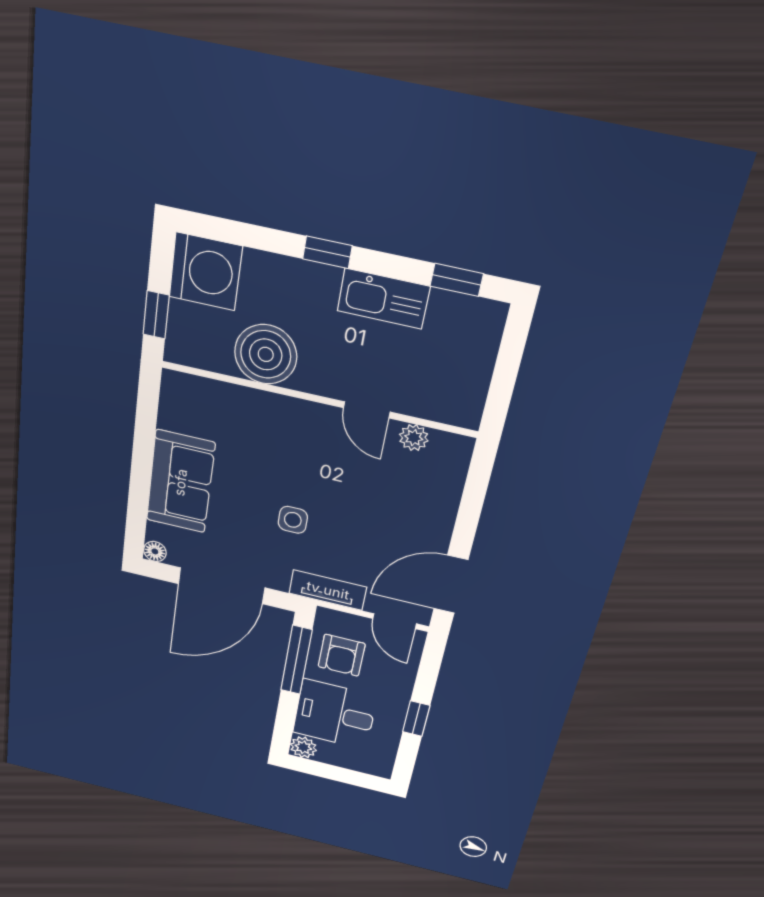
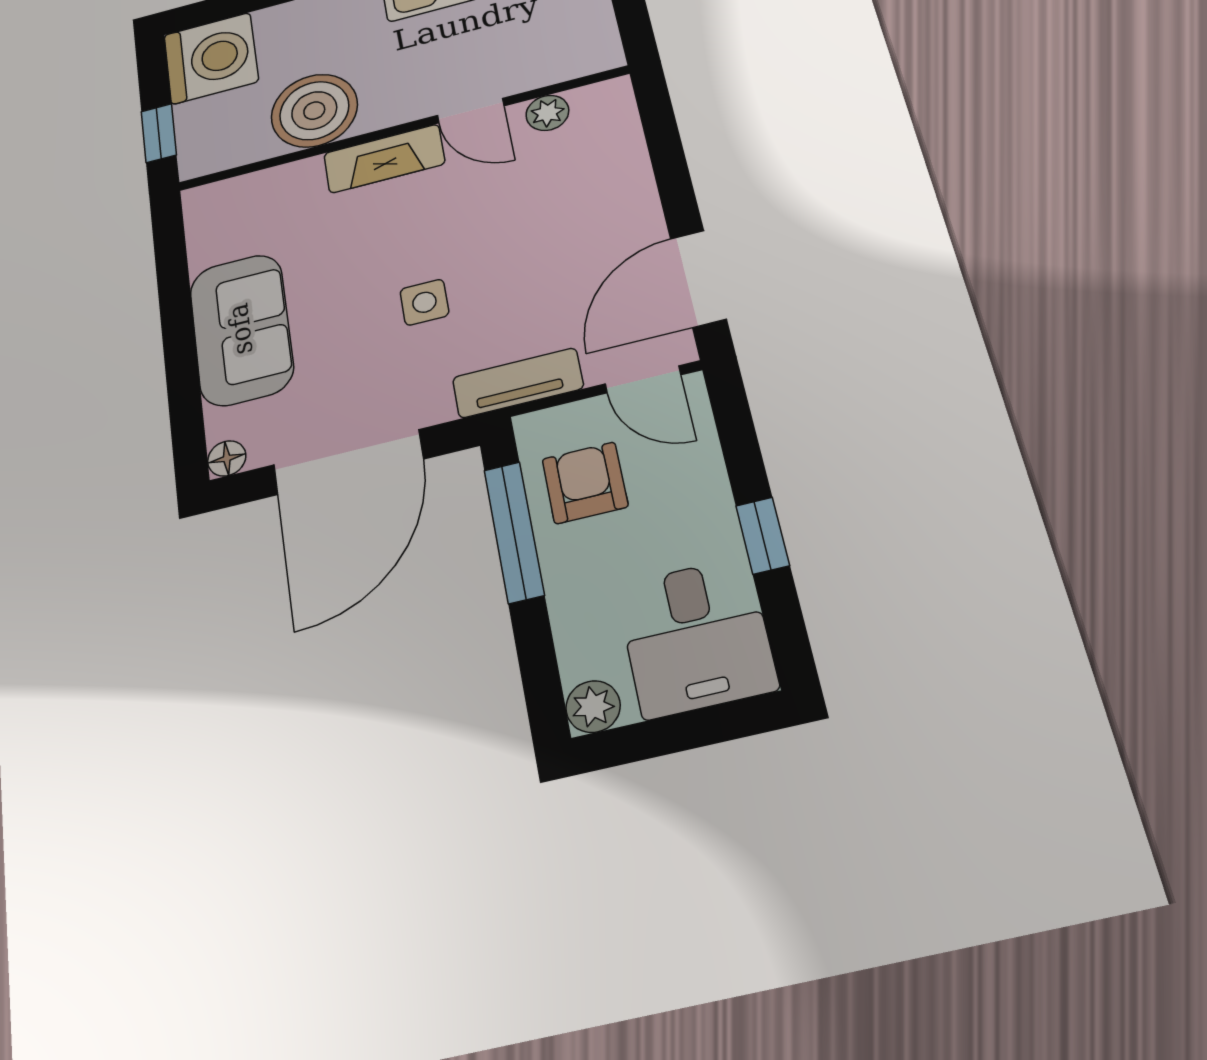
fireplace: (300, 415) -> (384, 159), added
armchair: (342, 655) -> (585, 483), turned 180
desk: (335, 714) -> (696, 637), moved, turned -90

